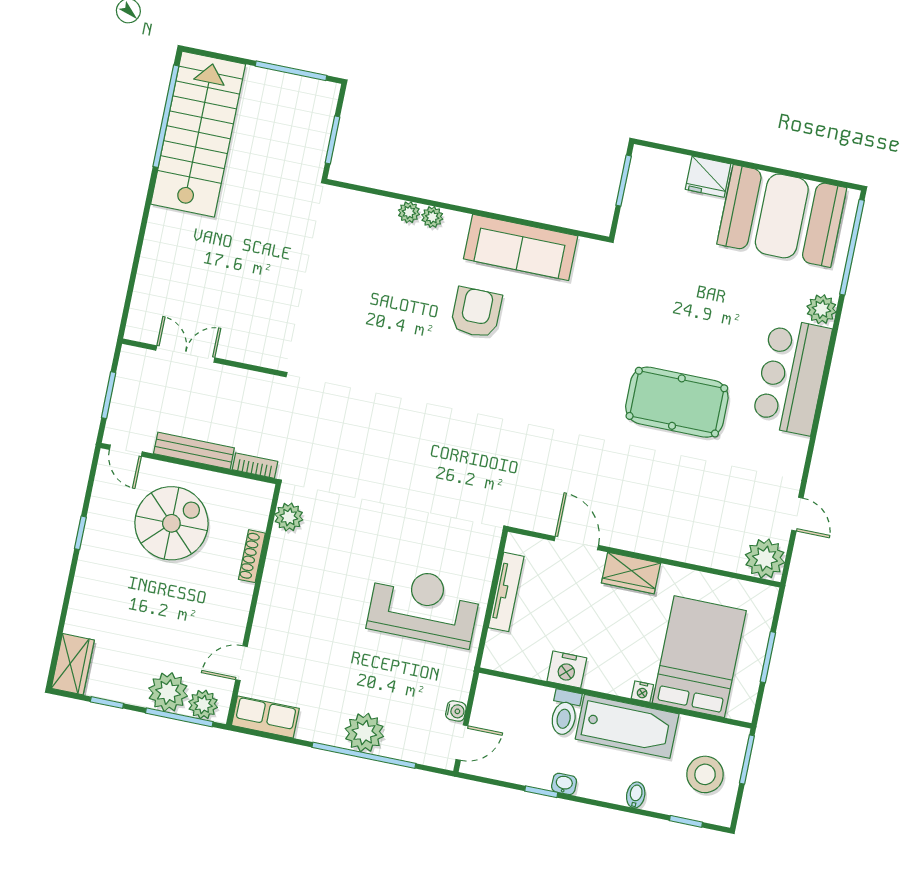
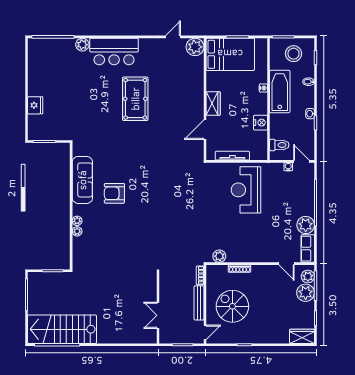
booth: (782, 216) -> (46, 70), removed
bed: (699, 657) -> (230, 54), moved, turned 180
toilet: (565, 713) -> (279, 145), moved
plant: (364, 733) -> (306, 225), moved

